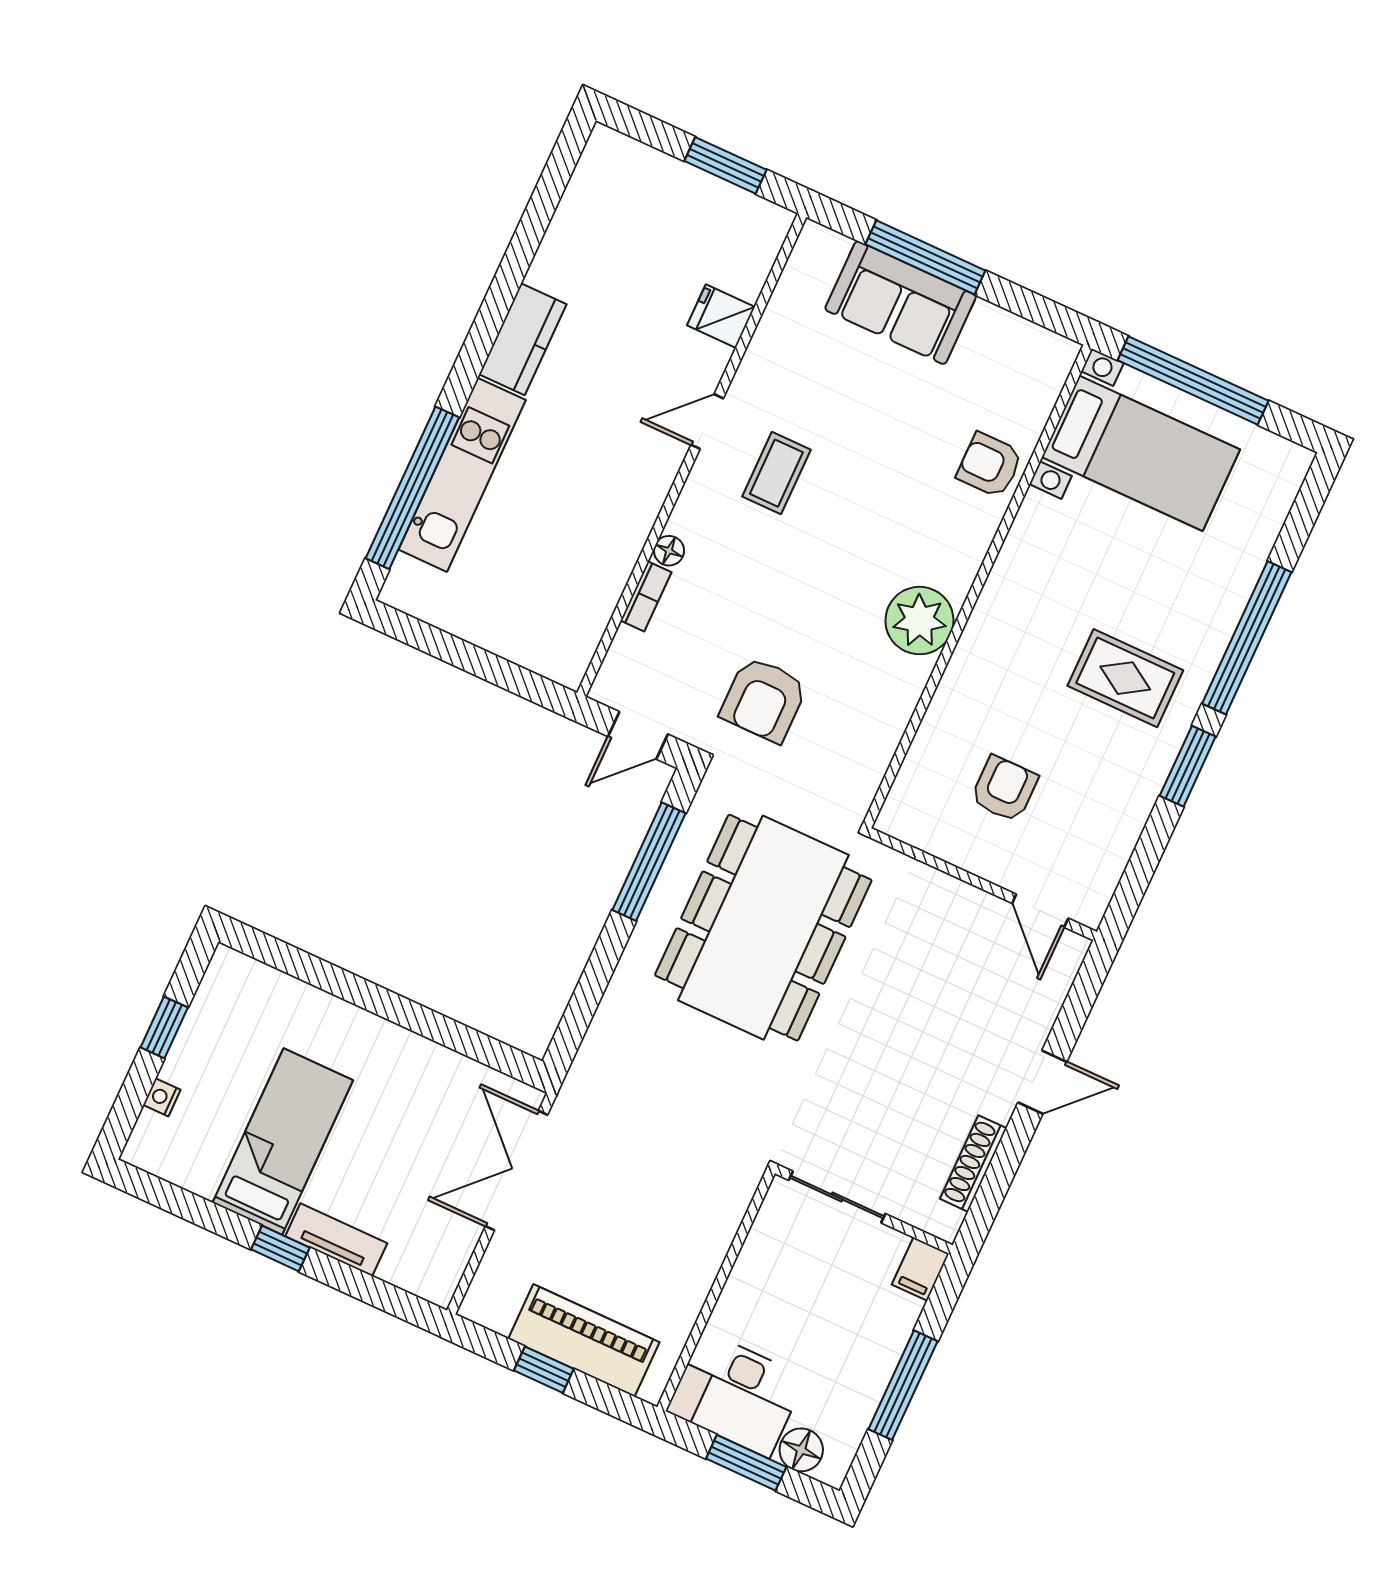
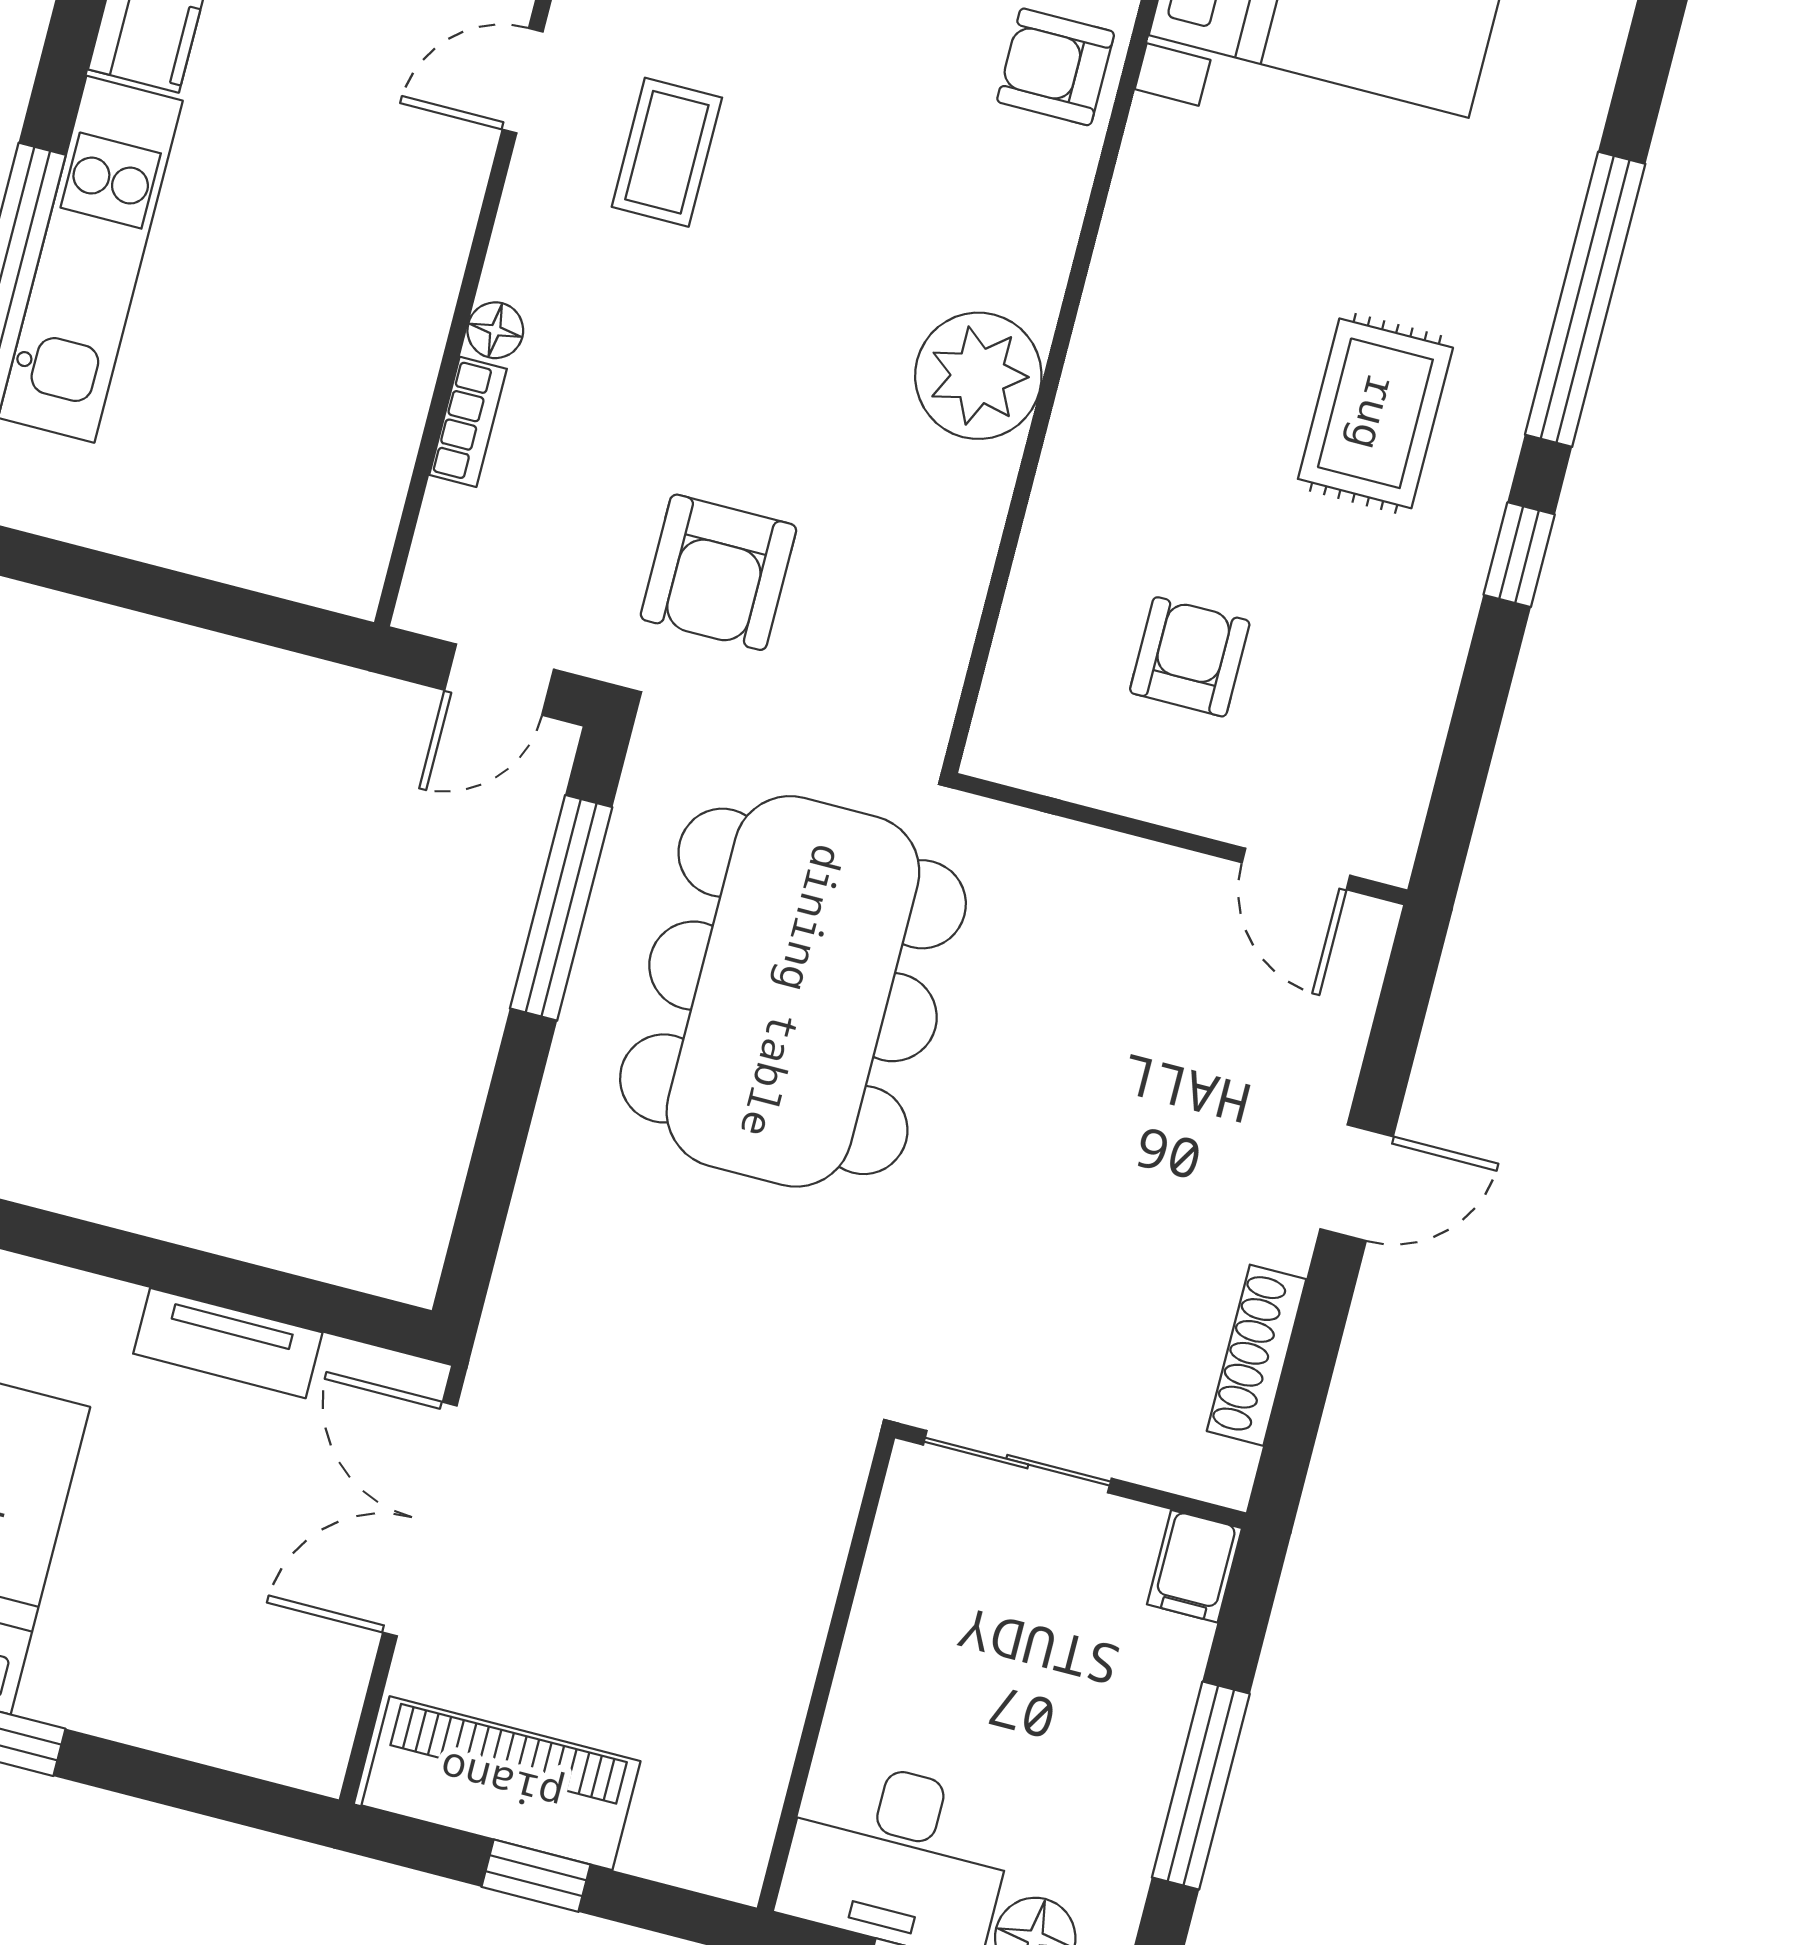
rug: (1125, 678) -> (1375, 413), turned 90
window: (1188, 766) -> (1519, 555), width x0.67
tv unit: (336, 1240) -> (228, 1343), moved, turned 180
piano: (584, 1340) -> (501, 1783), moved

